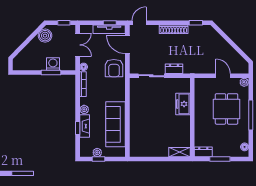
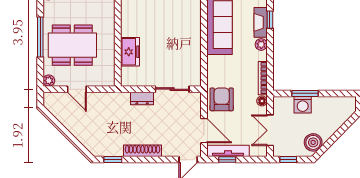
dining table: (227, 109) -> (72, 45), width x1.38

